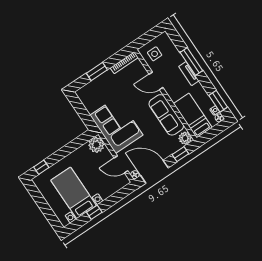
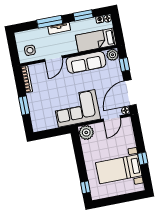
window: (218, 101) -> (83, 15), moved

